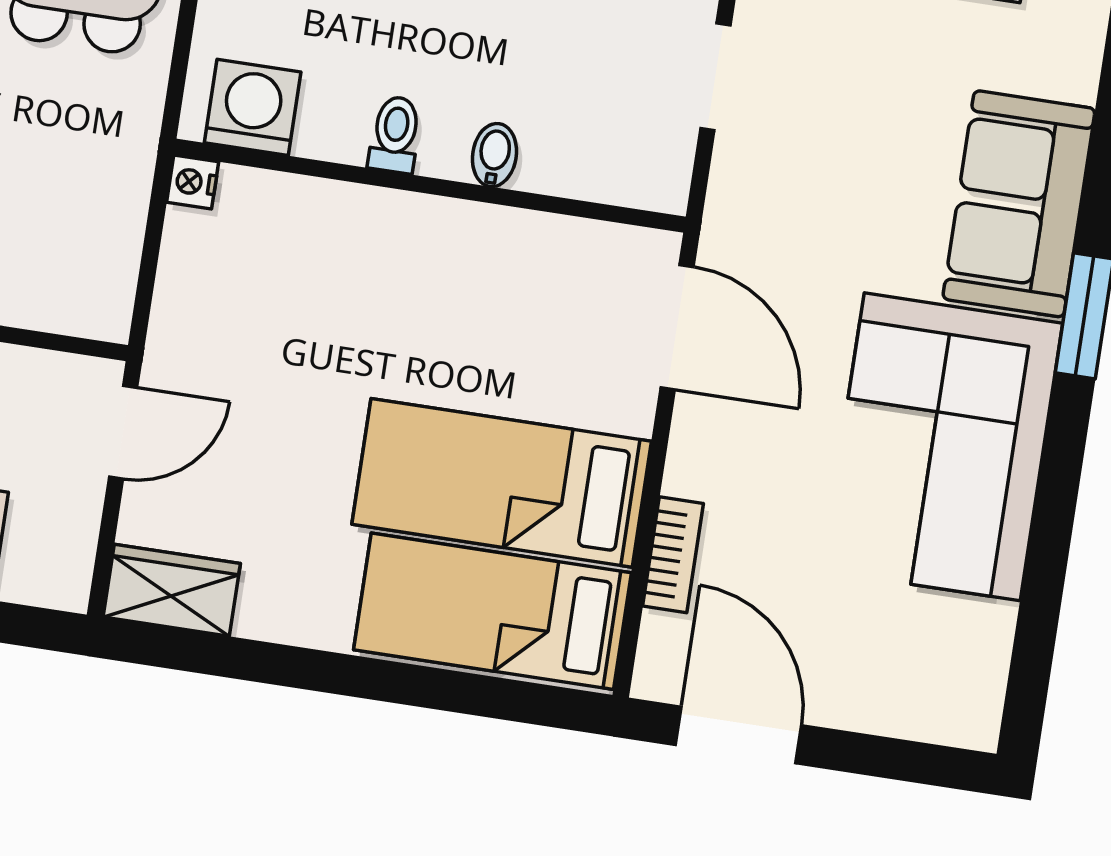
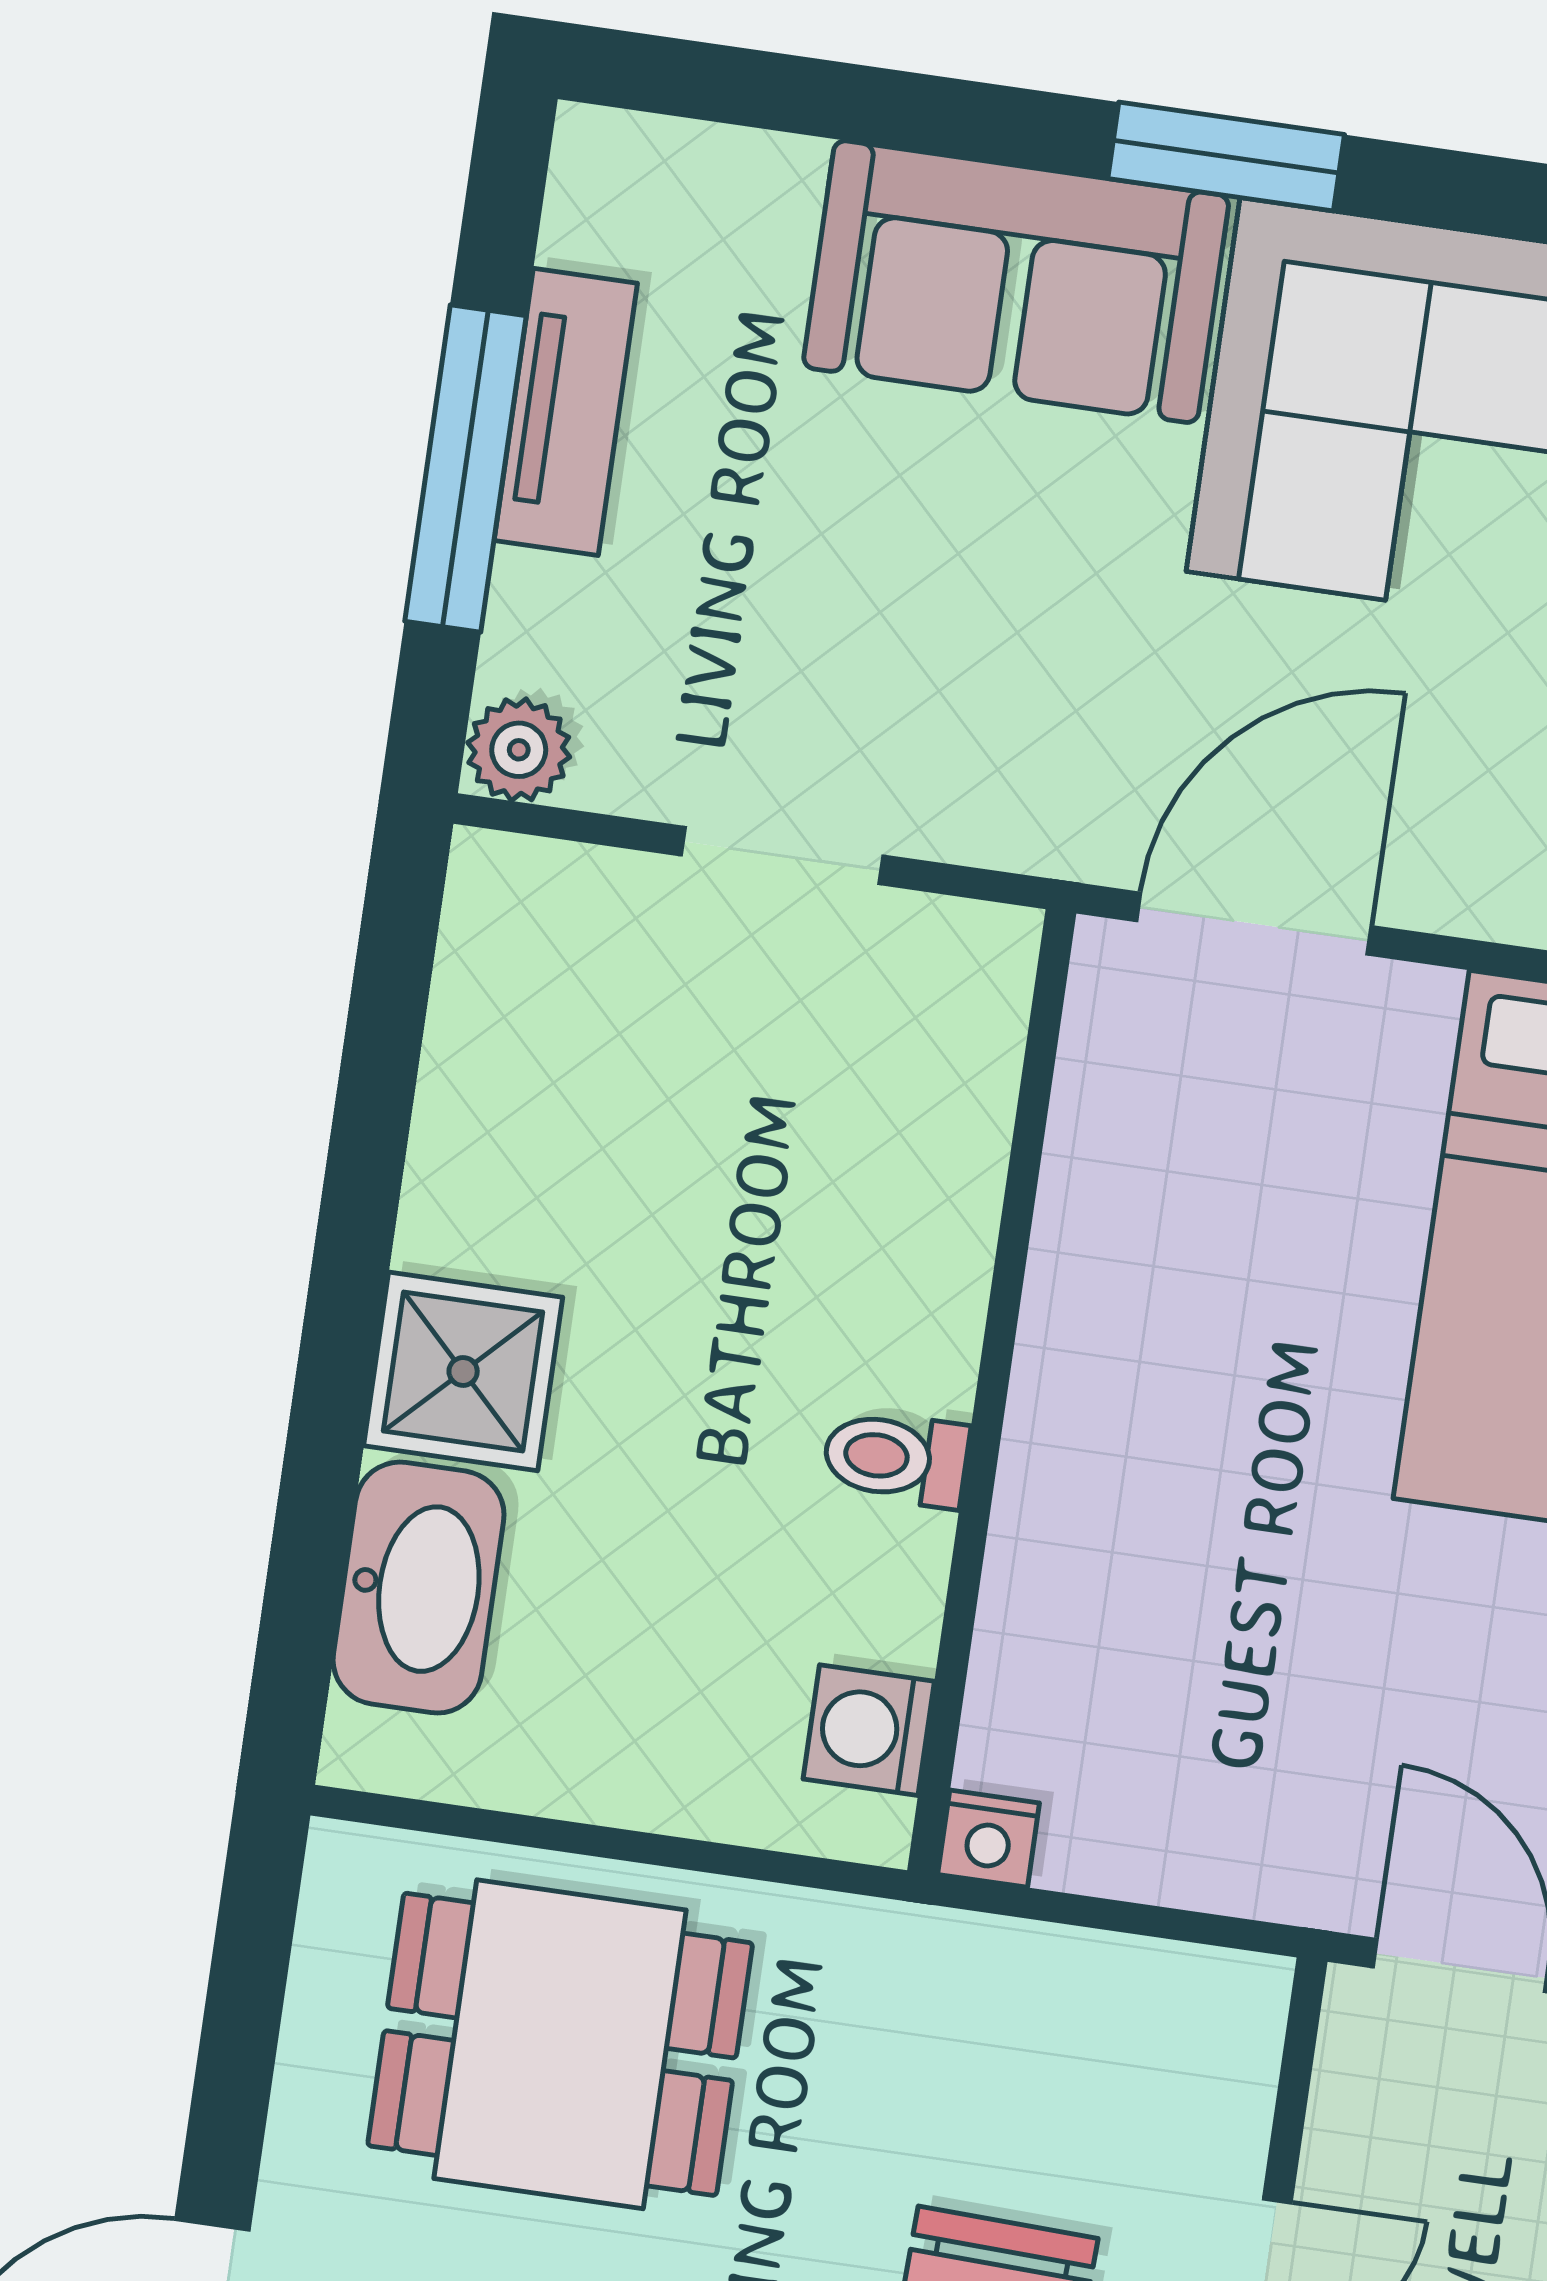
washing machine: (253, 107) -> (869, 1730), width x0.73, depth x0.73
bidet: (494, 155) -> (933, 1271), removed

